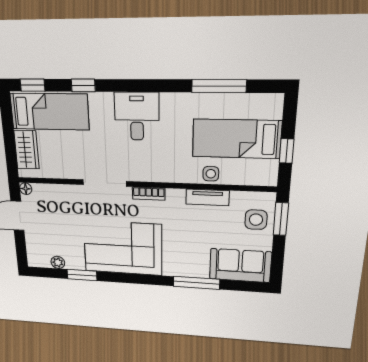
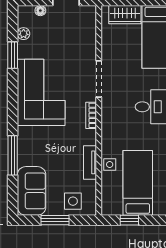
floor lamp: (26, 189) -> (40, 11), moved
window: (281, 219) -> (55, 220), moved

